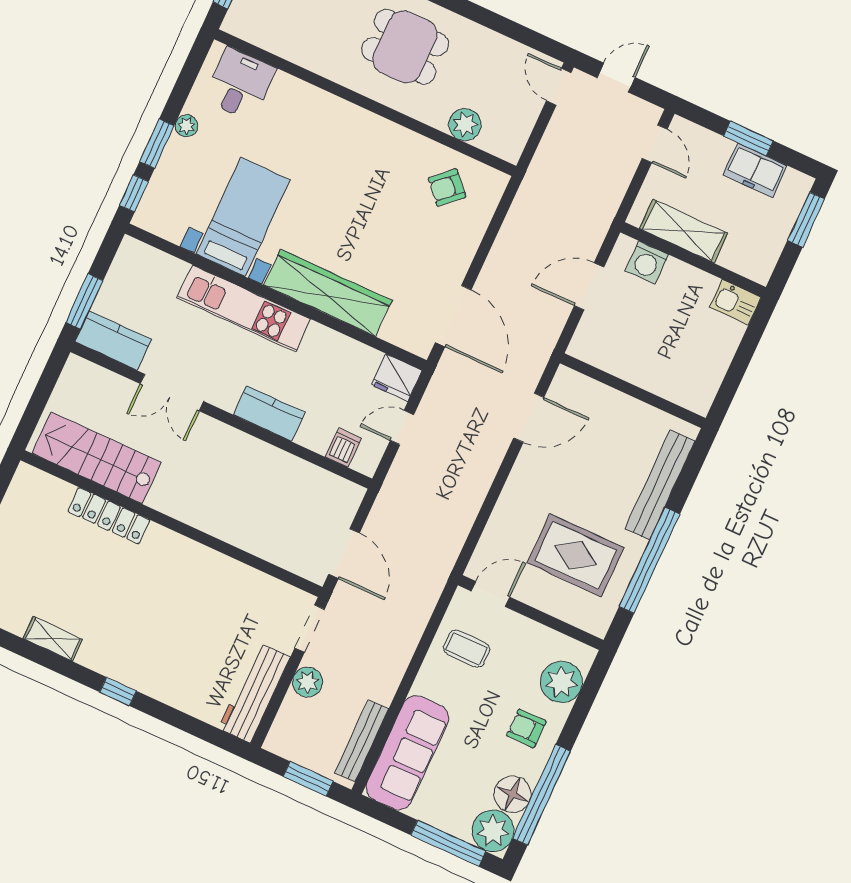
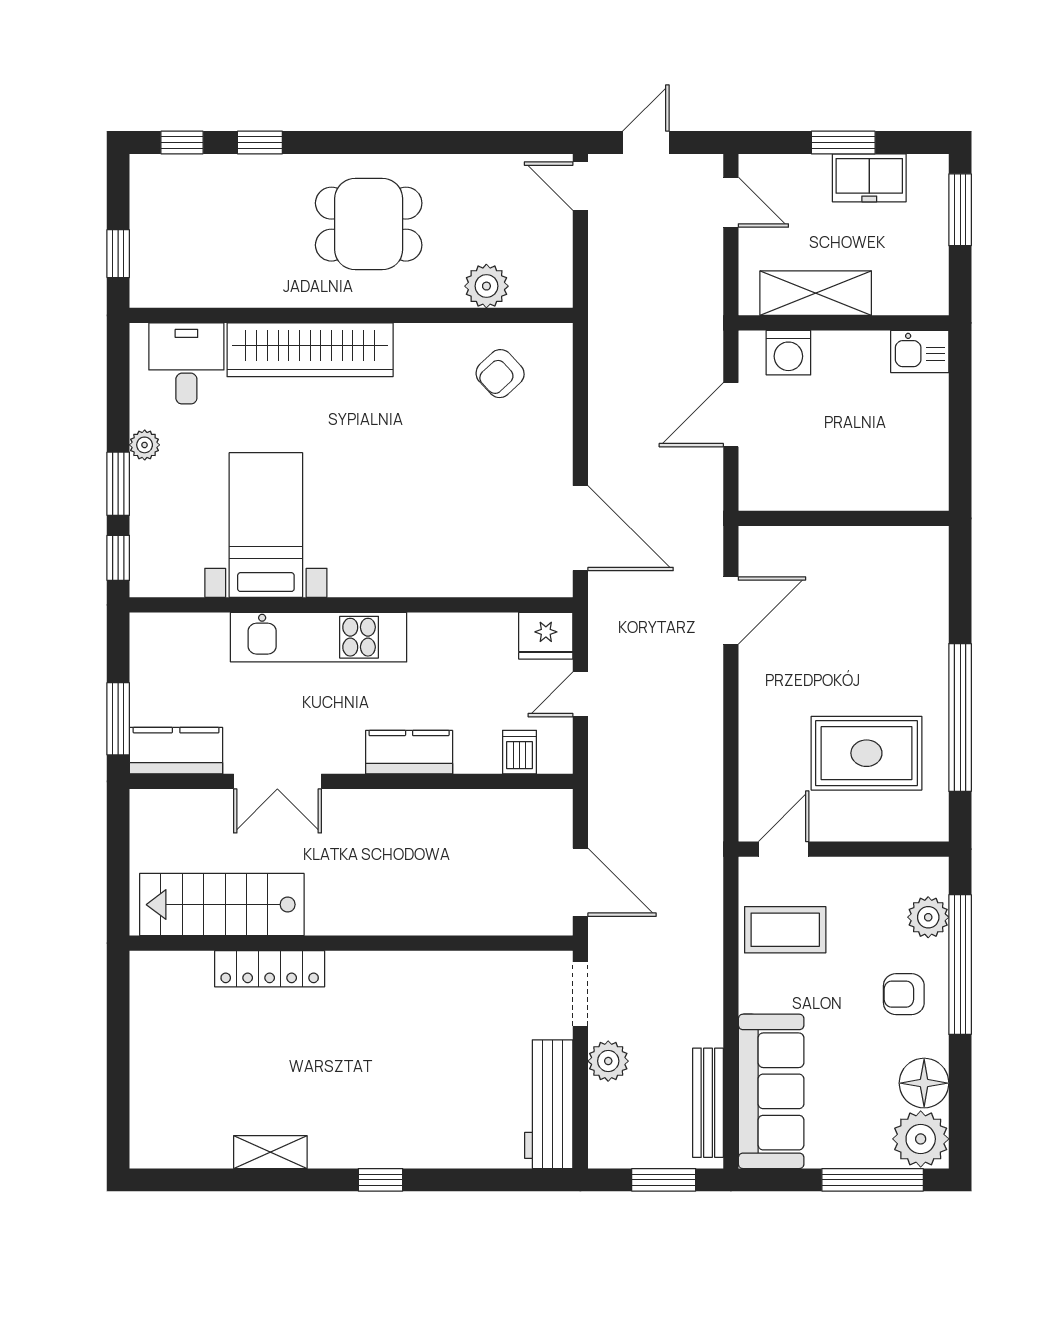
wardrobe: (328, 293) -> (310, 350), moved, turned 180
bench: (660, 485) -> (930, 619), removed
coffee table: (467, 649) -> (785, 930), width x1.36, depth x1.30
plant: (561, 682) -> (928, 917), width x0.73, depth x0.73
window: (542, 795) -> (960, 965), moved

